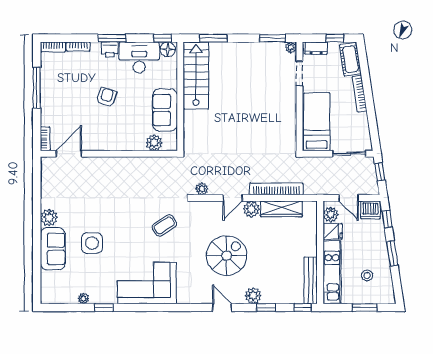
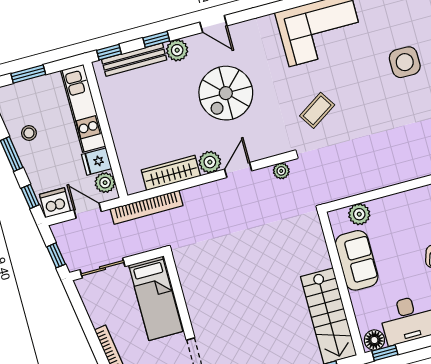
bookcase: (276, 189) -> (147, 207), moved
stool: (367, 275) -> (29, 133), moved
bench: (311, 280) -> (134, 60), moved, turned 90

